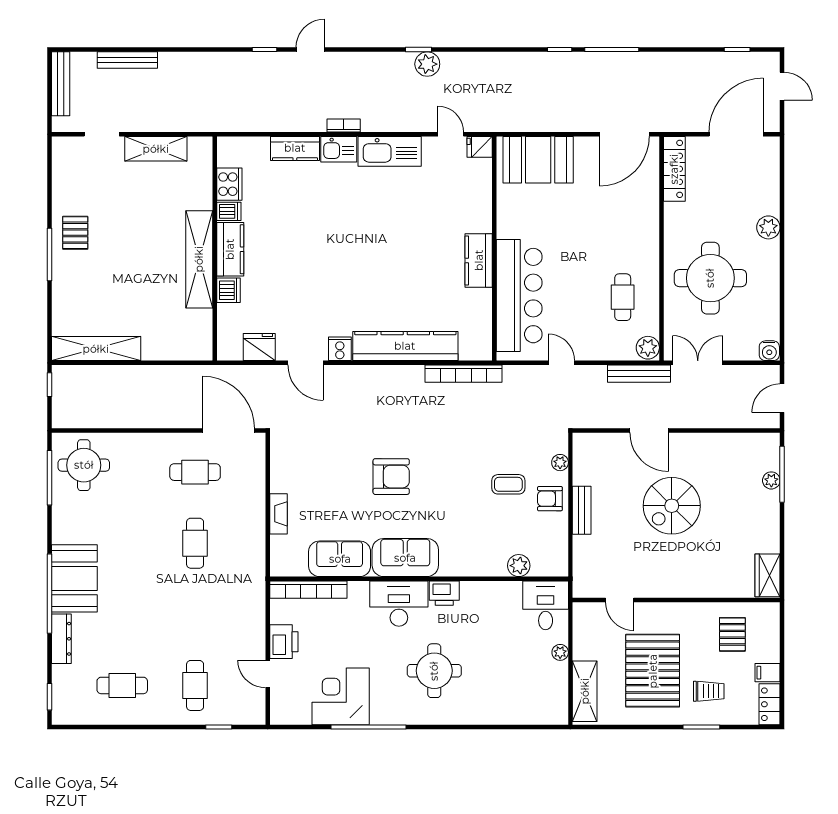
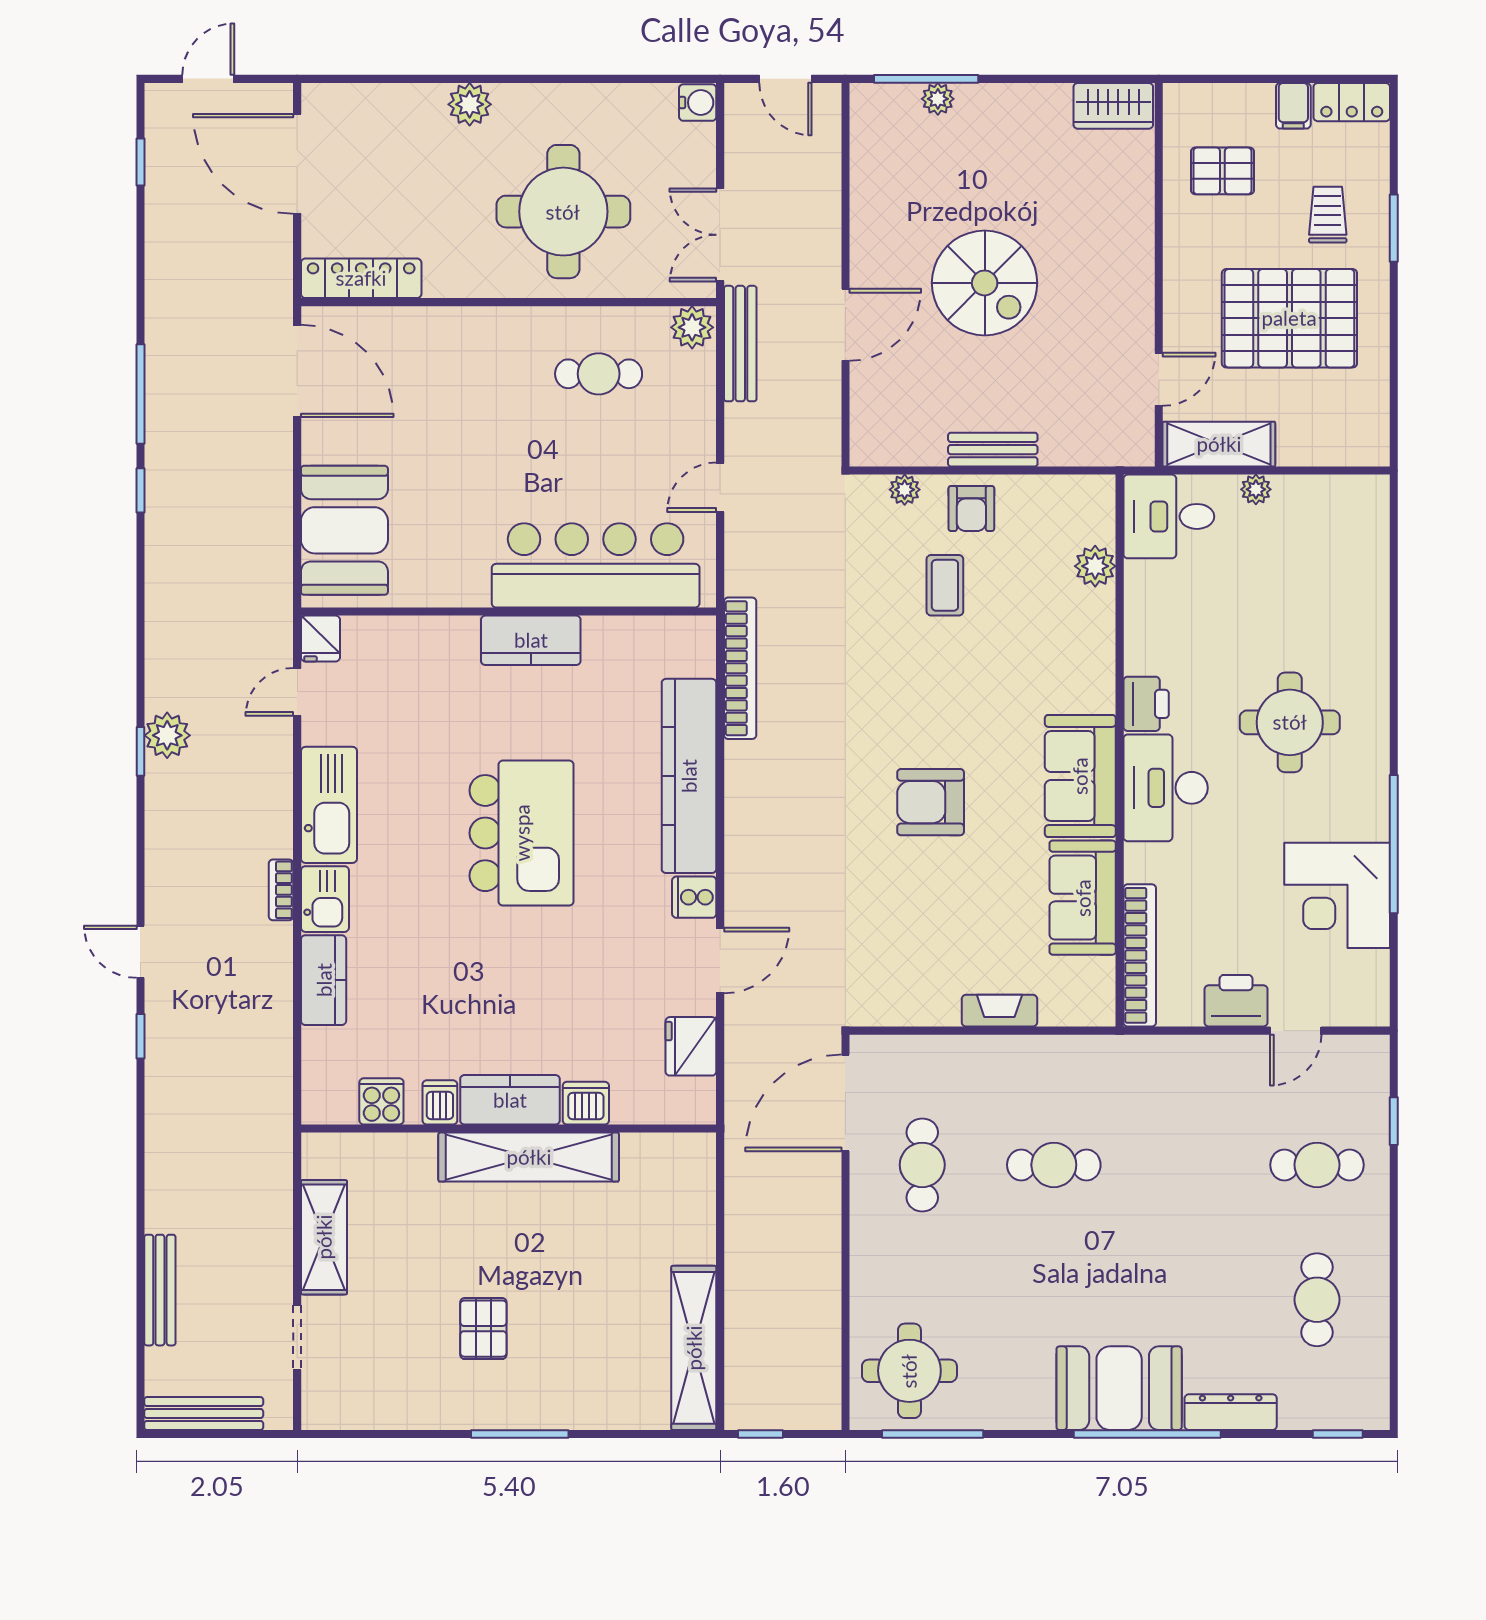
cooker: (229, 184) -> (381, 1101), width x0.73
pallet: (75, 233) -> (483, 1329), moved, turned 90
kitchen island: (374, 255) -> (522, 833), added
armchair: (391, 477) -> (931, 802), turned -90
shelving: (585, 691) -> (1219, 444), moved

